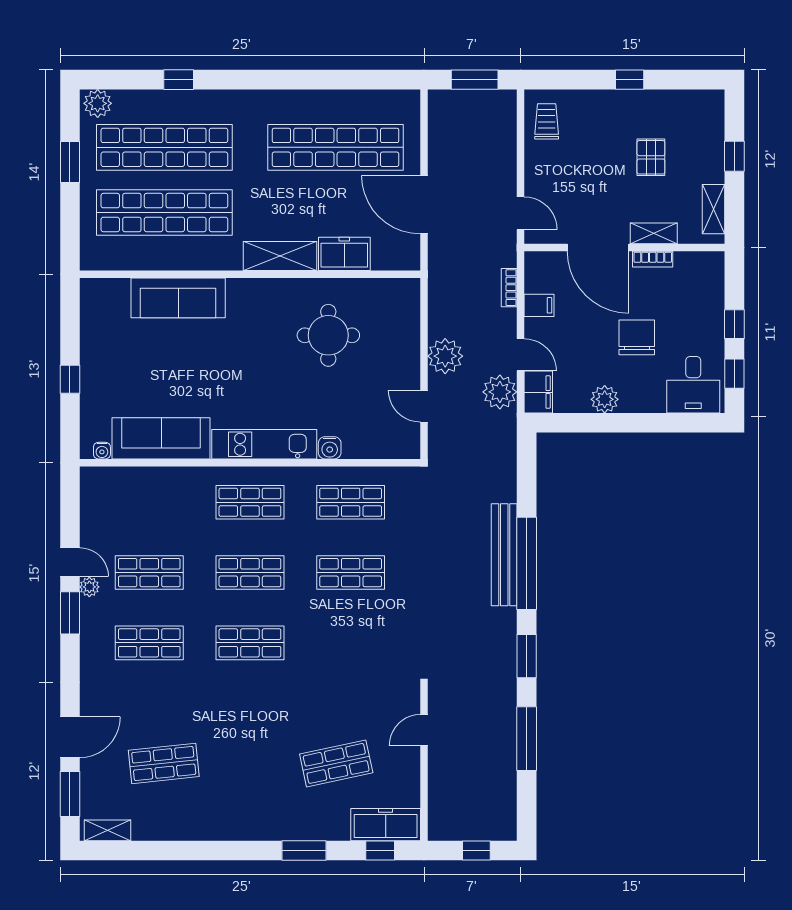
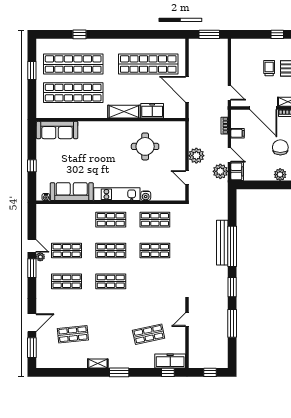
plant: (98, 103) -> (44, 45), removed
trolley: (547, 121) -> (269, 68), moved
sofa: (178, 298) -> (57, 130), moved
plant: (605, 399) -> (280, 175), moved
shelving: (107, 830) -> (98, 364), moved
window: (304, 850) -> (119, 372), moved

